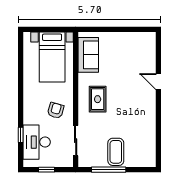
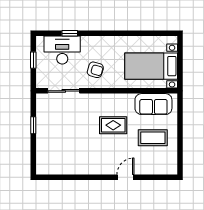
rug: (98, 99) -> (113, 125), moved
coffee table: (116, 152) -> (153, 138), moved
window: (109, 170) -> (33, 125), width x0.46

